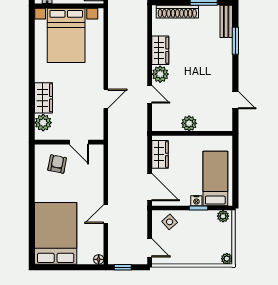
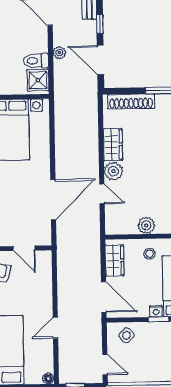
door: (106, 99) -> (53, 200), width x1.87
stool: (192, 149) -> (150, 254), added

